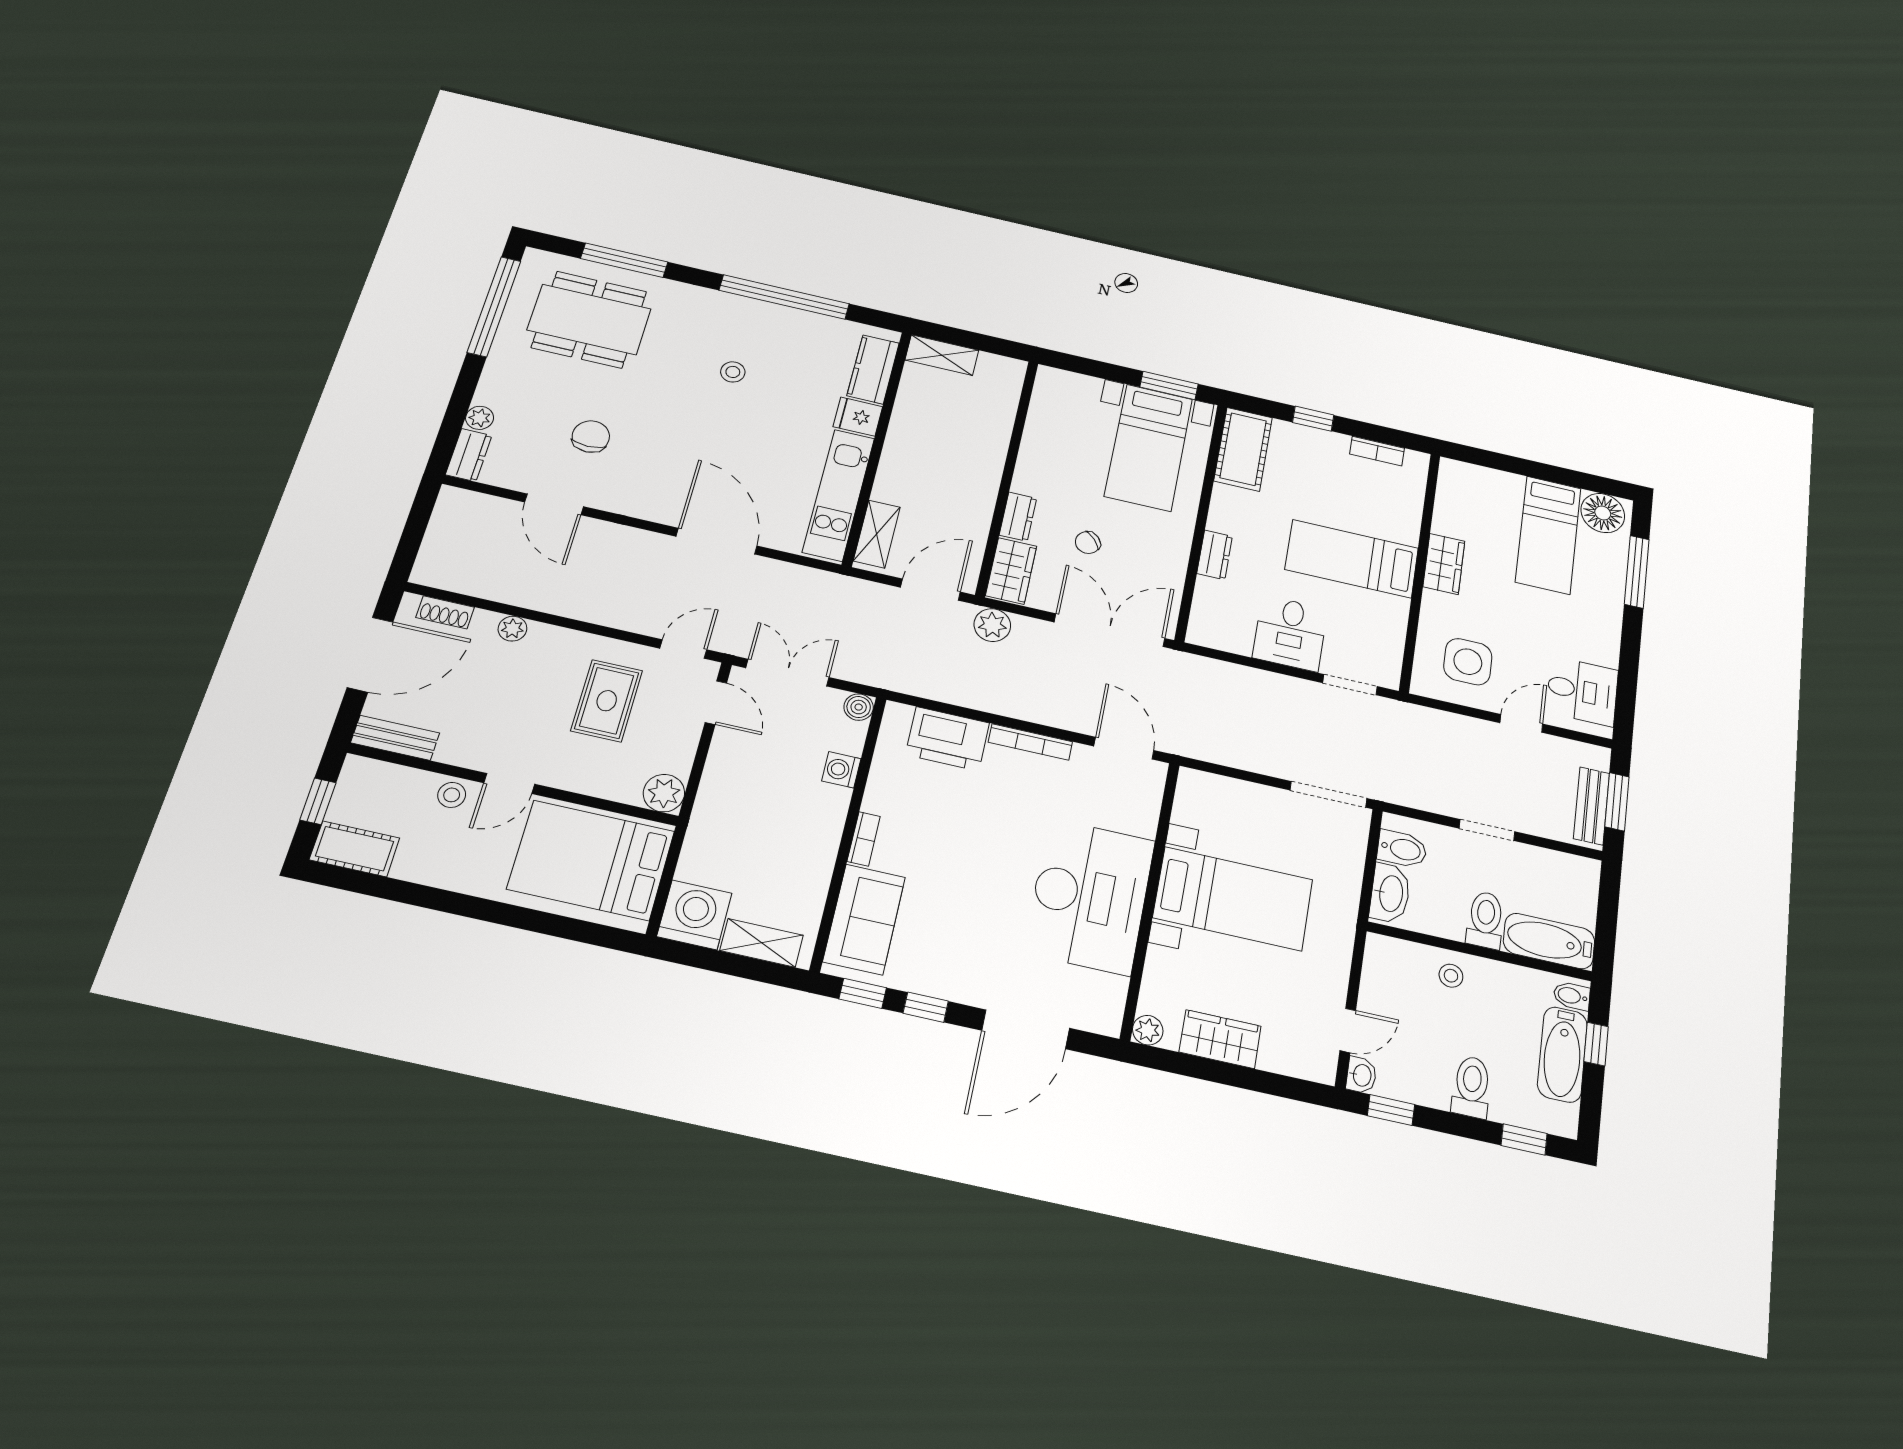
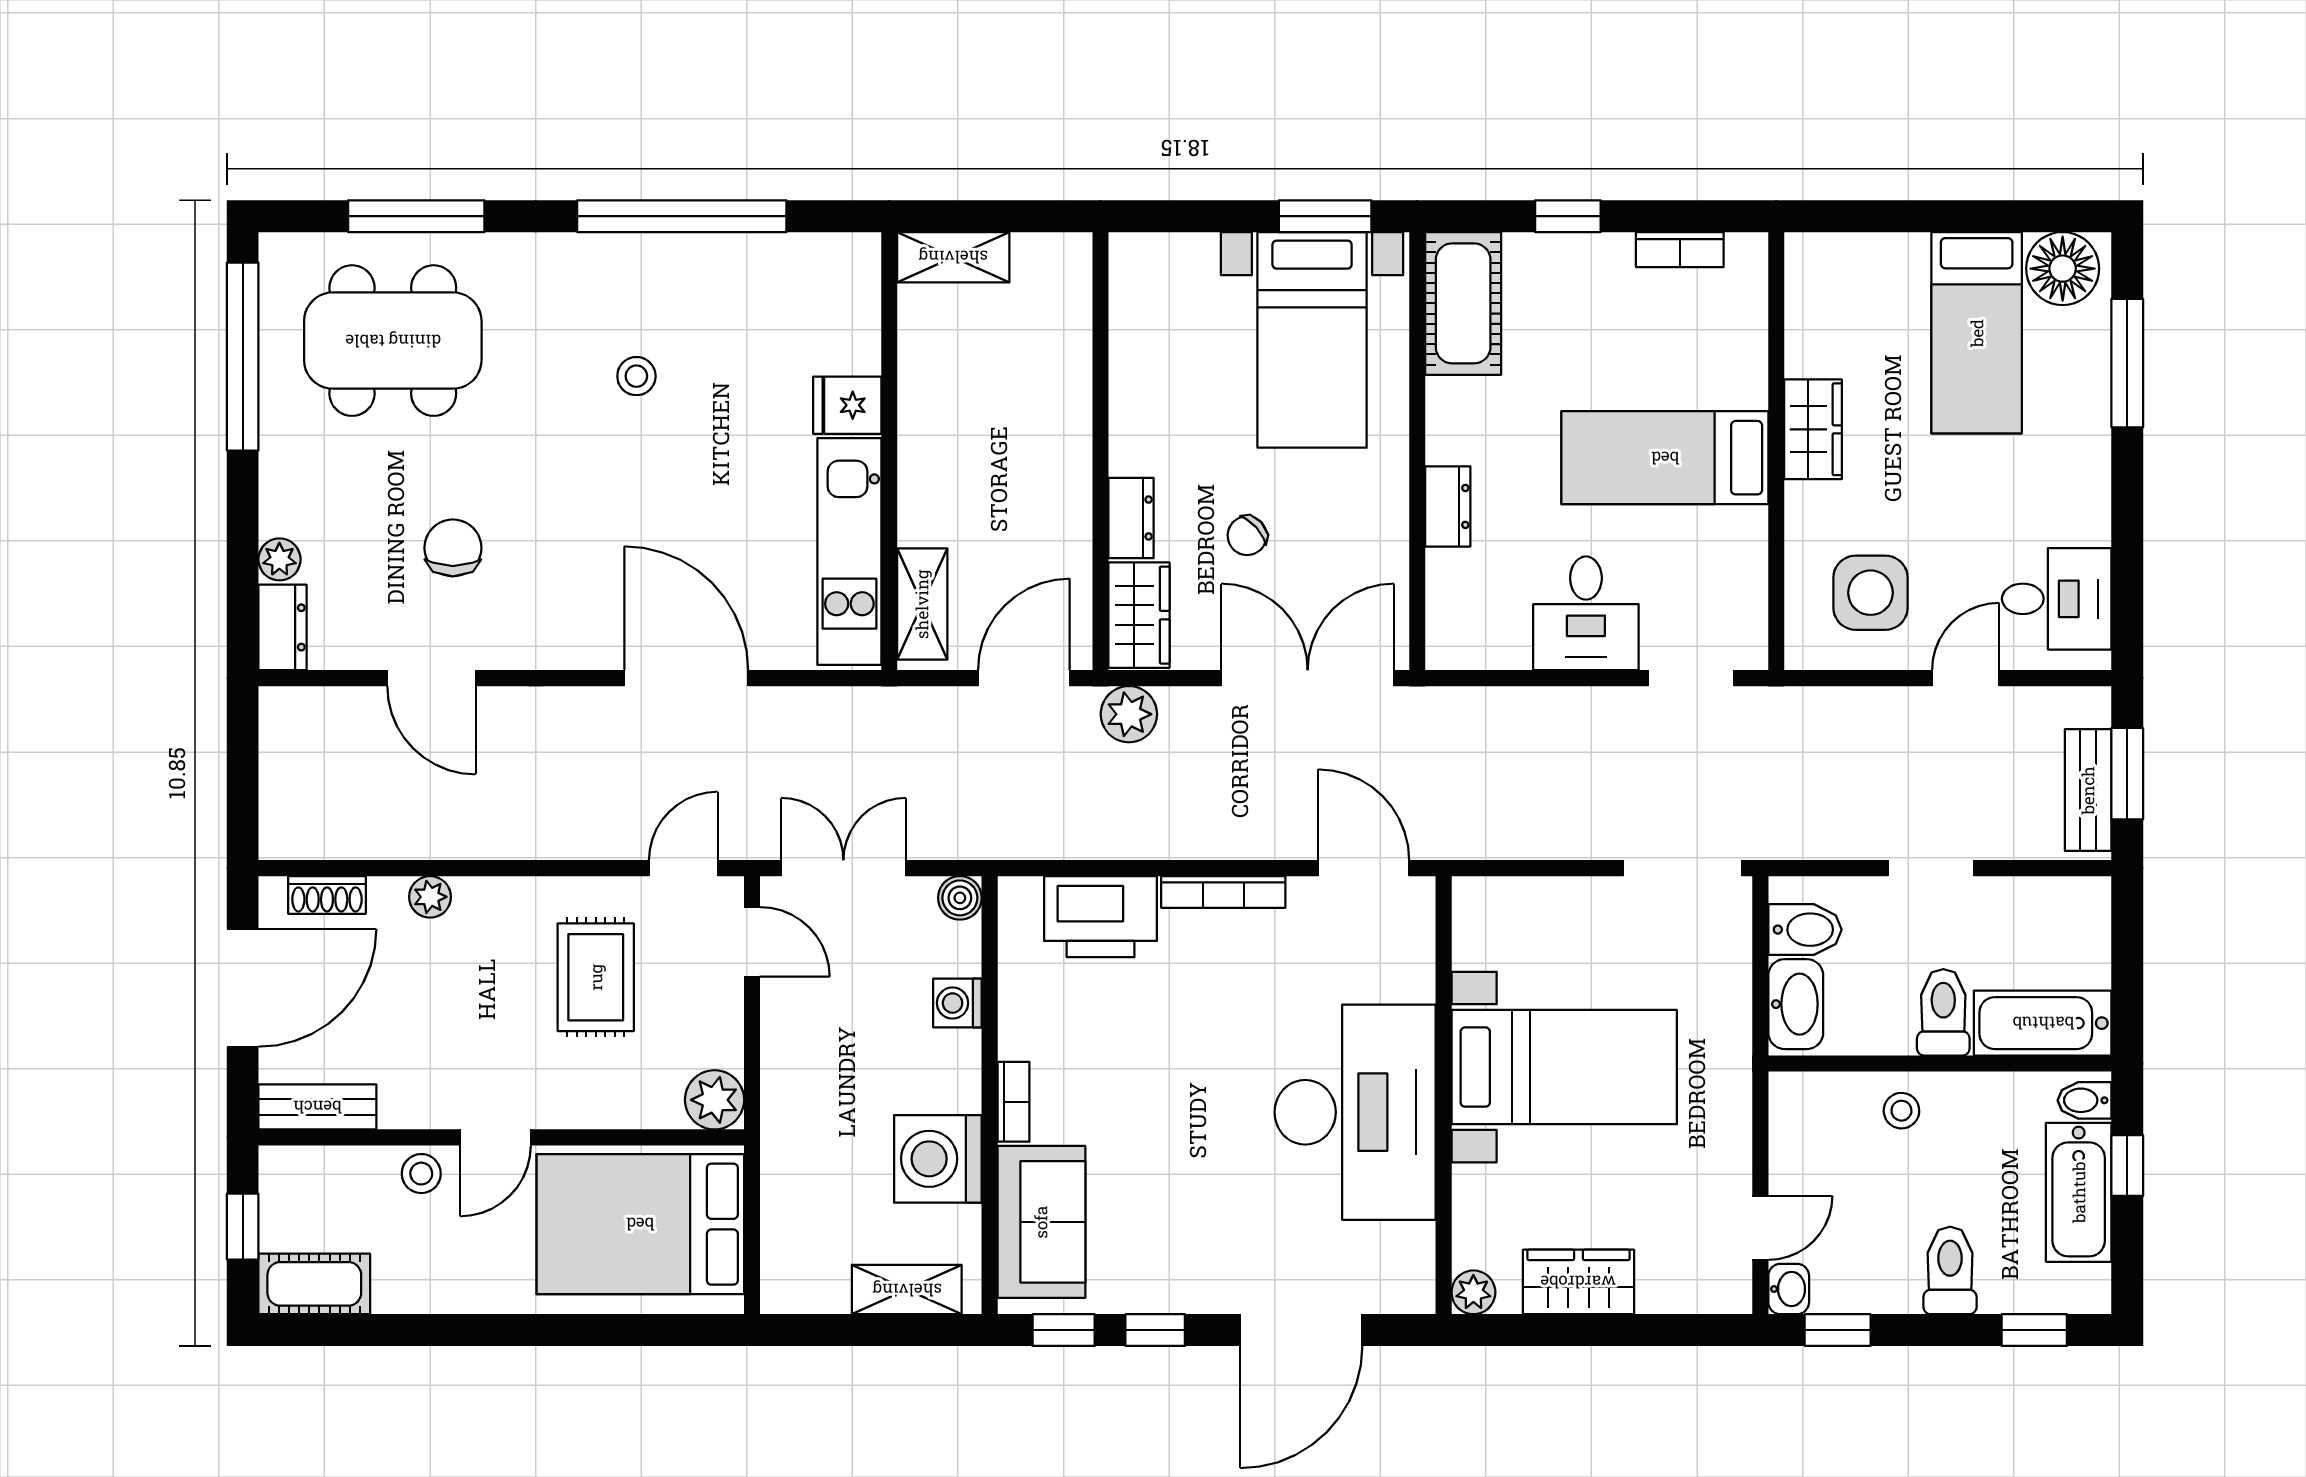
kitchen counter: (873, 369) -> (852, 313), removed
washing machine: (694, 915) -> (938, 1159), moved, turned -90

